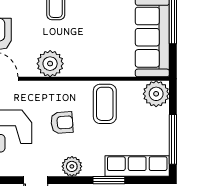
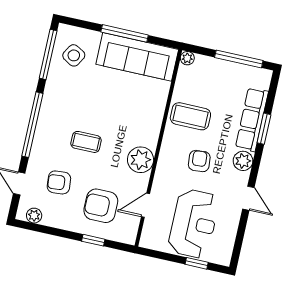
plant: (156, 94) -> (187, 58), width x0.53, depth x0.53
row of seats: (137, 166) -> (252, 119), moved

